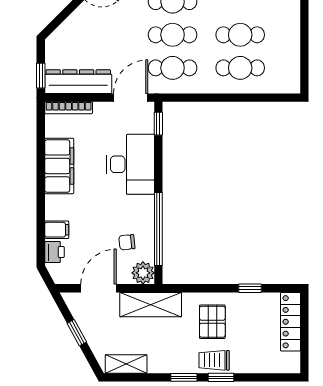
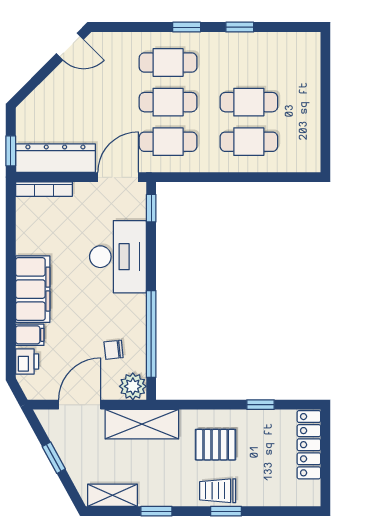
filing cabinet: (59, 166) -> (33, 289), moved
pallet: (212, 322) -> (216, 445), turned 90
window: (184, 377) -> (156, 511), moved

